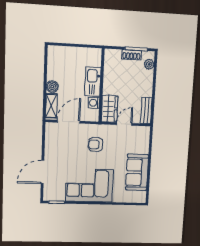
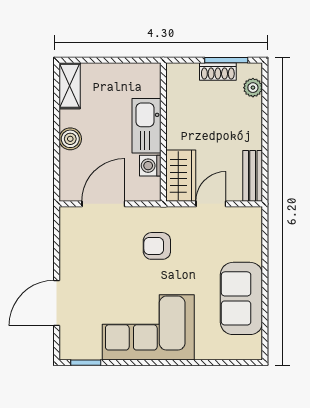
shelving: (51, 106) -> (70, 86), moved

